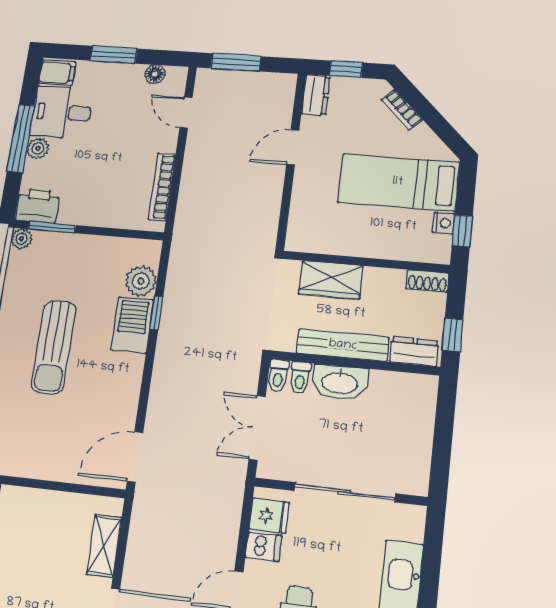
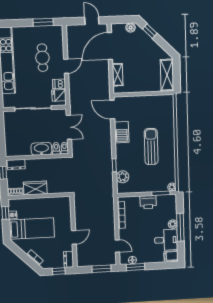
window: (114, 55) -> (135, 267), moved
printer: (38, 206) -> (148, 202), moved
wardrobe: (331, 280) -> (35, 188), moved
barbecue: (132, 325) -> (122, 132), moved
bench: (343, 345) -> (43, 163), removed
door: (135, 457) -> (112, 110), swing flipped

